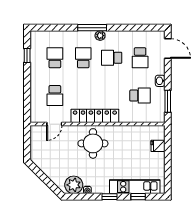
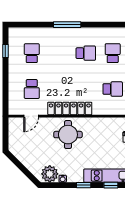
plant: (100, 36) -> (75, 32), removed
school desk: (83, 58) -> (59, 53), removed
school desk: (112, 58) -> (86, 53), turned 180
school desk: (140, 58) -> (113, 53), turned 180

